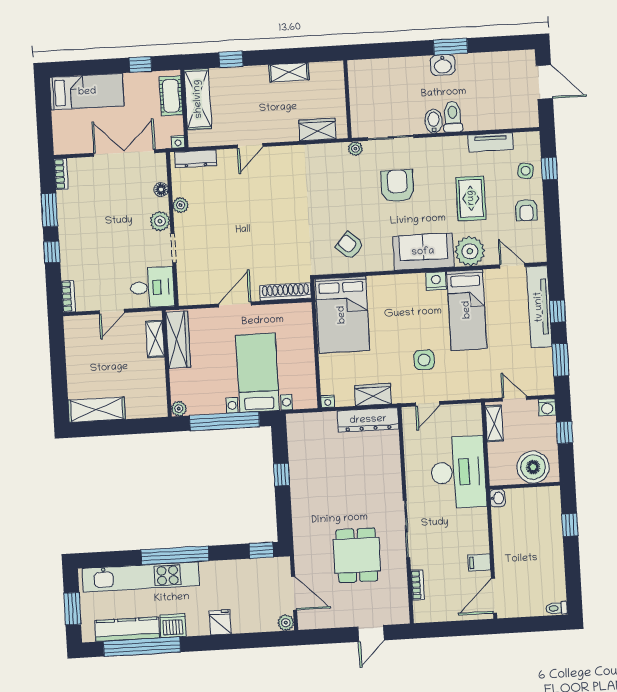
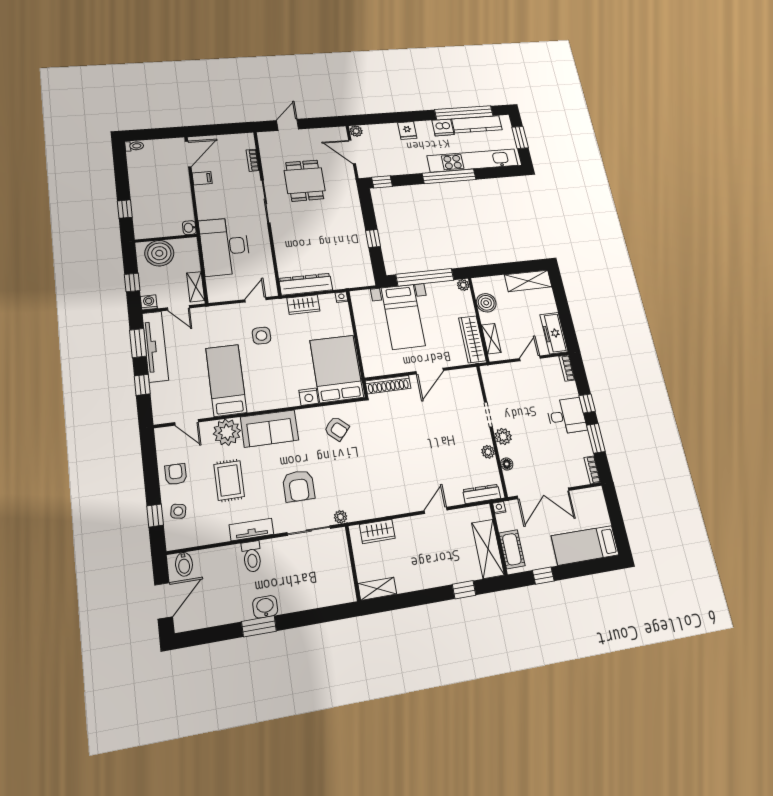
shelving: (289, 72) -> (377, 589), moved
door: (544, 82) -> (164, 601), swing flipped
bidet: (434, 121) -> (184, 564), moved
tv unit: (491, 142) -> (251, 530), moved
nightstand: (436, 281) -> (309, 397), moved
desk: (152, 287) -> (566, 416), moved, turned 180
tv unit: (539, 307) -> (155, 346), moved
freezer: (76, 341) -> (554, 333), added
boiler: (154, 384) -> (486, 303), added

